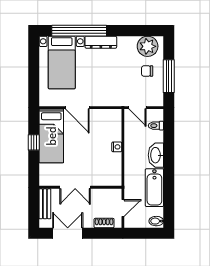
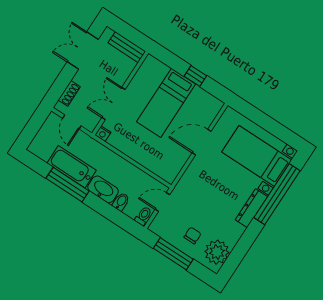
toilet: (156, 126) -> (143, 216), moved
bed: (51, 136) -> (166, 103), moved, turned -90
nightstand: (117, 147) -> (103, 134), moved
window: (169, 182) -> (68, 185), added
double door: (75, 187) -> (113, 103), moved
bidet: (156, 221) -> (121, 202), moved
double door: (68, 233) -> (83, 51), swing flipped

